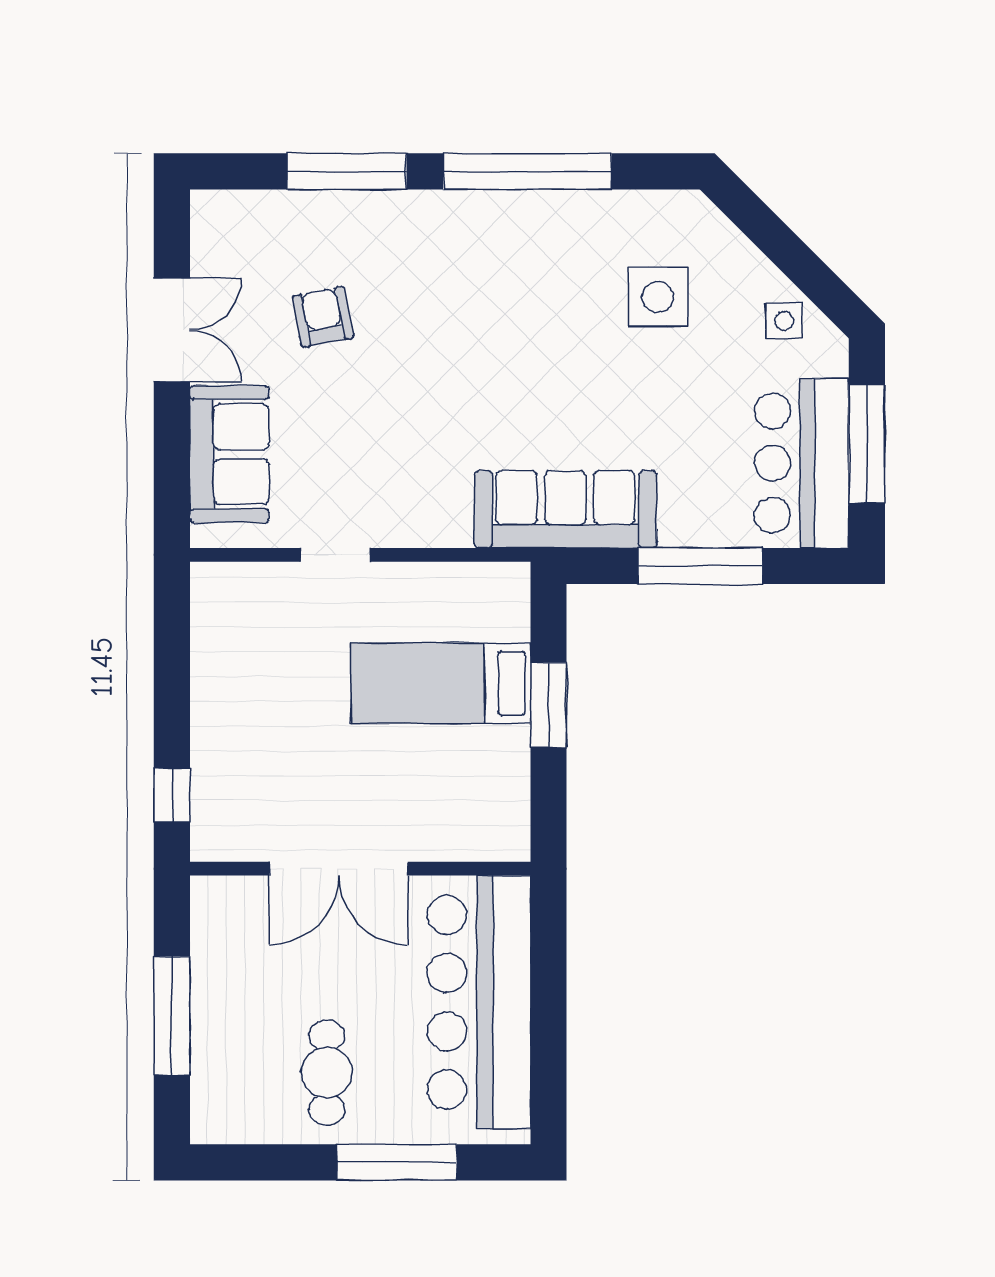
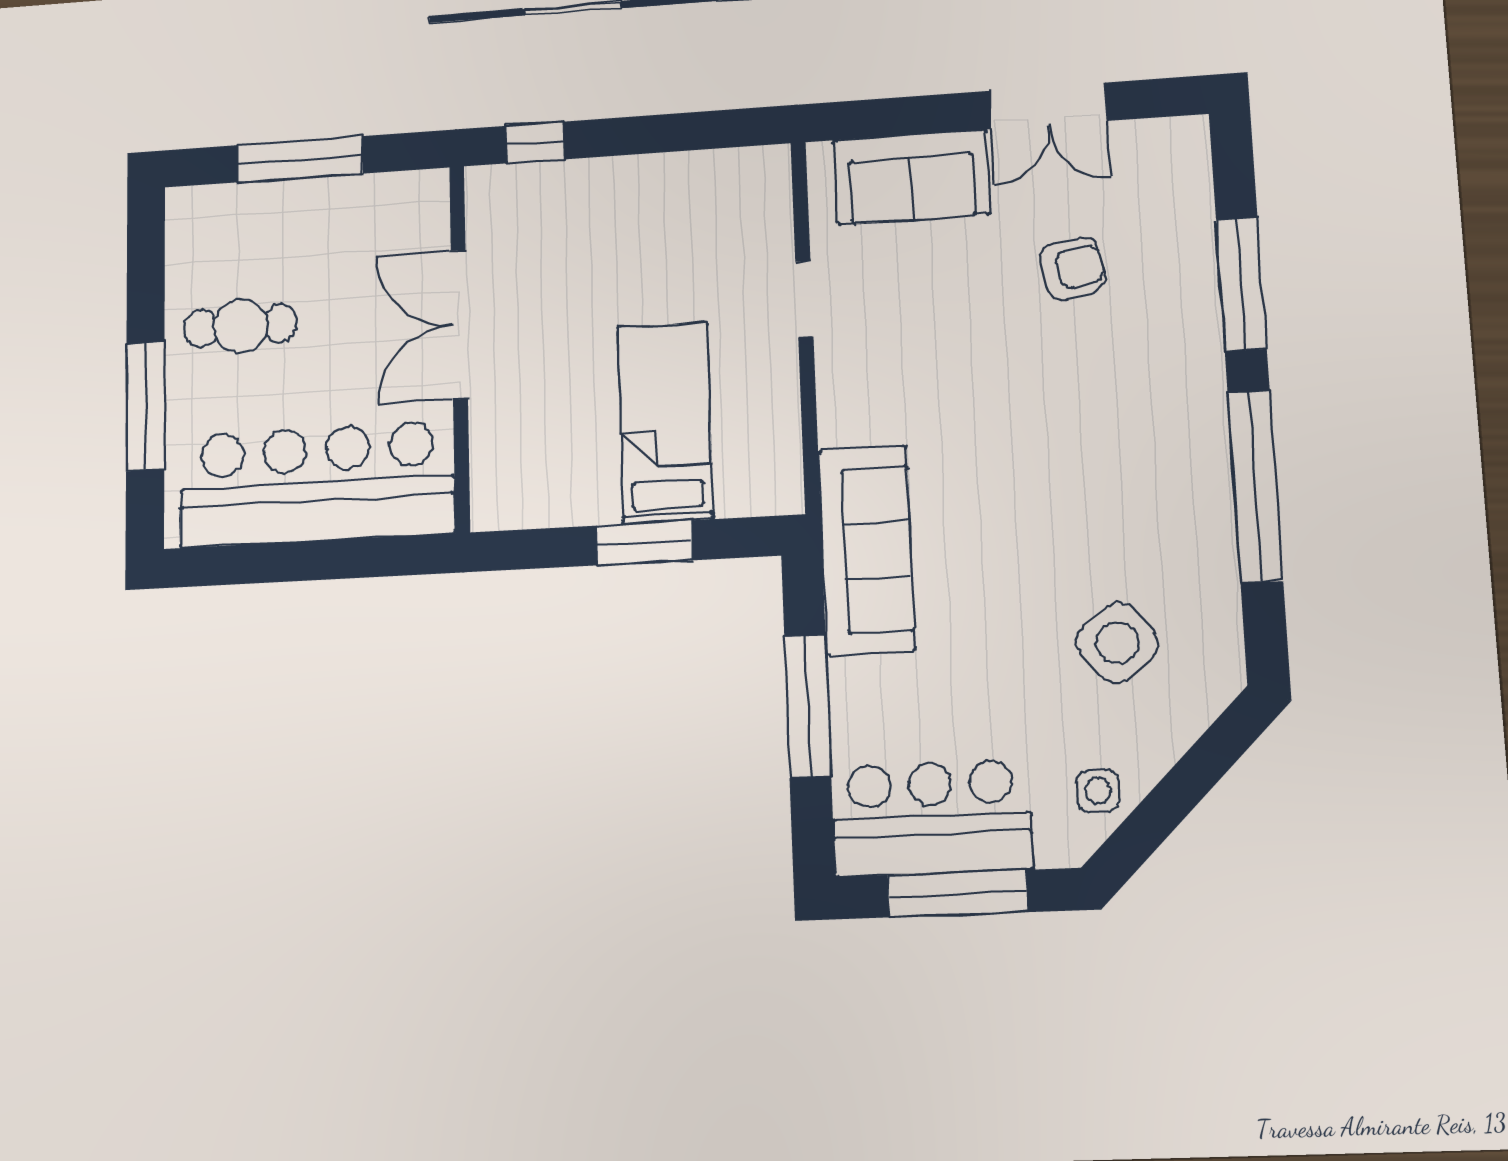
side table: (658, 297) -> (1117, 643), turned -37

